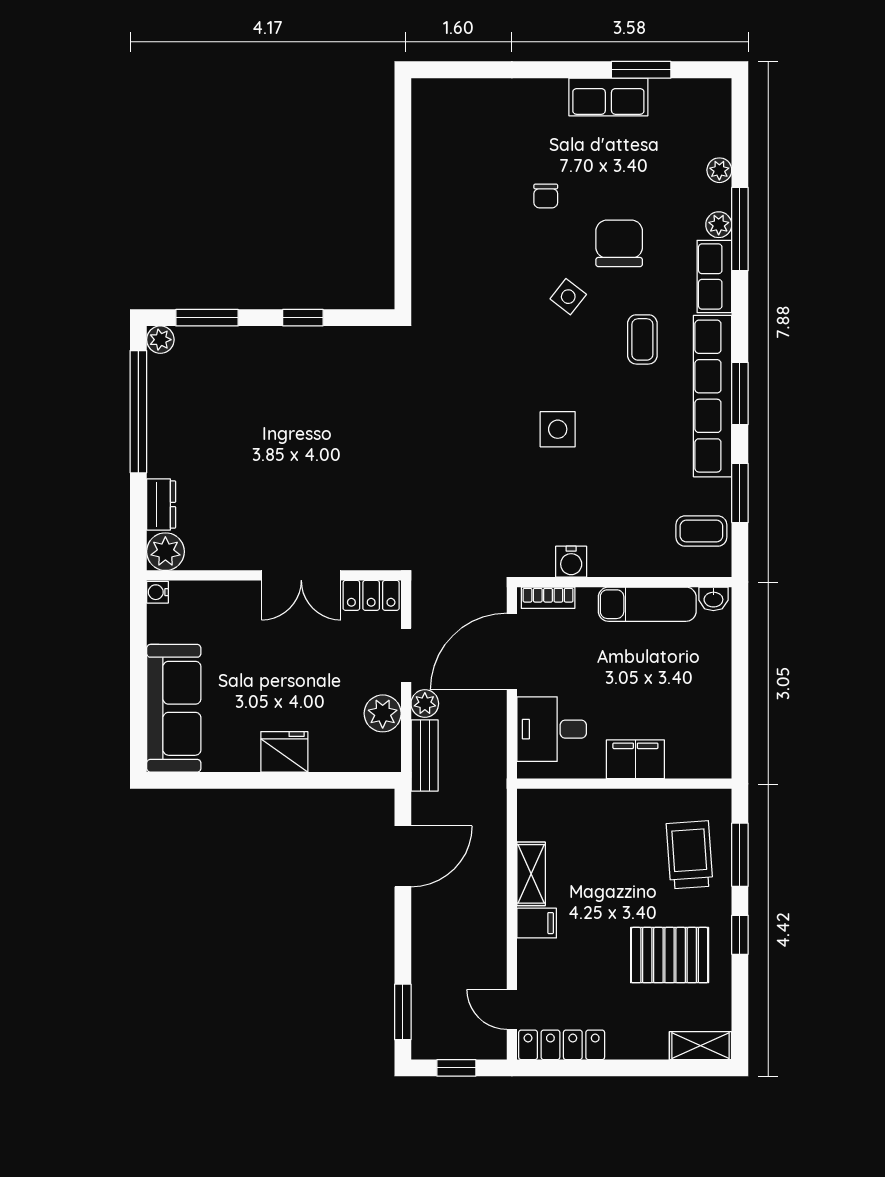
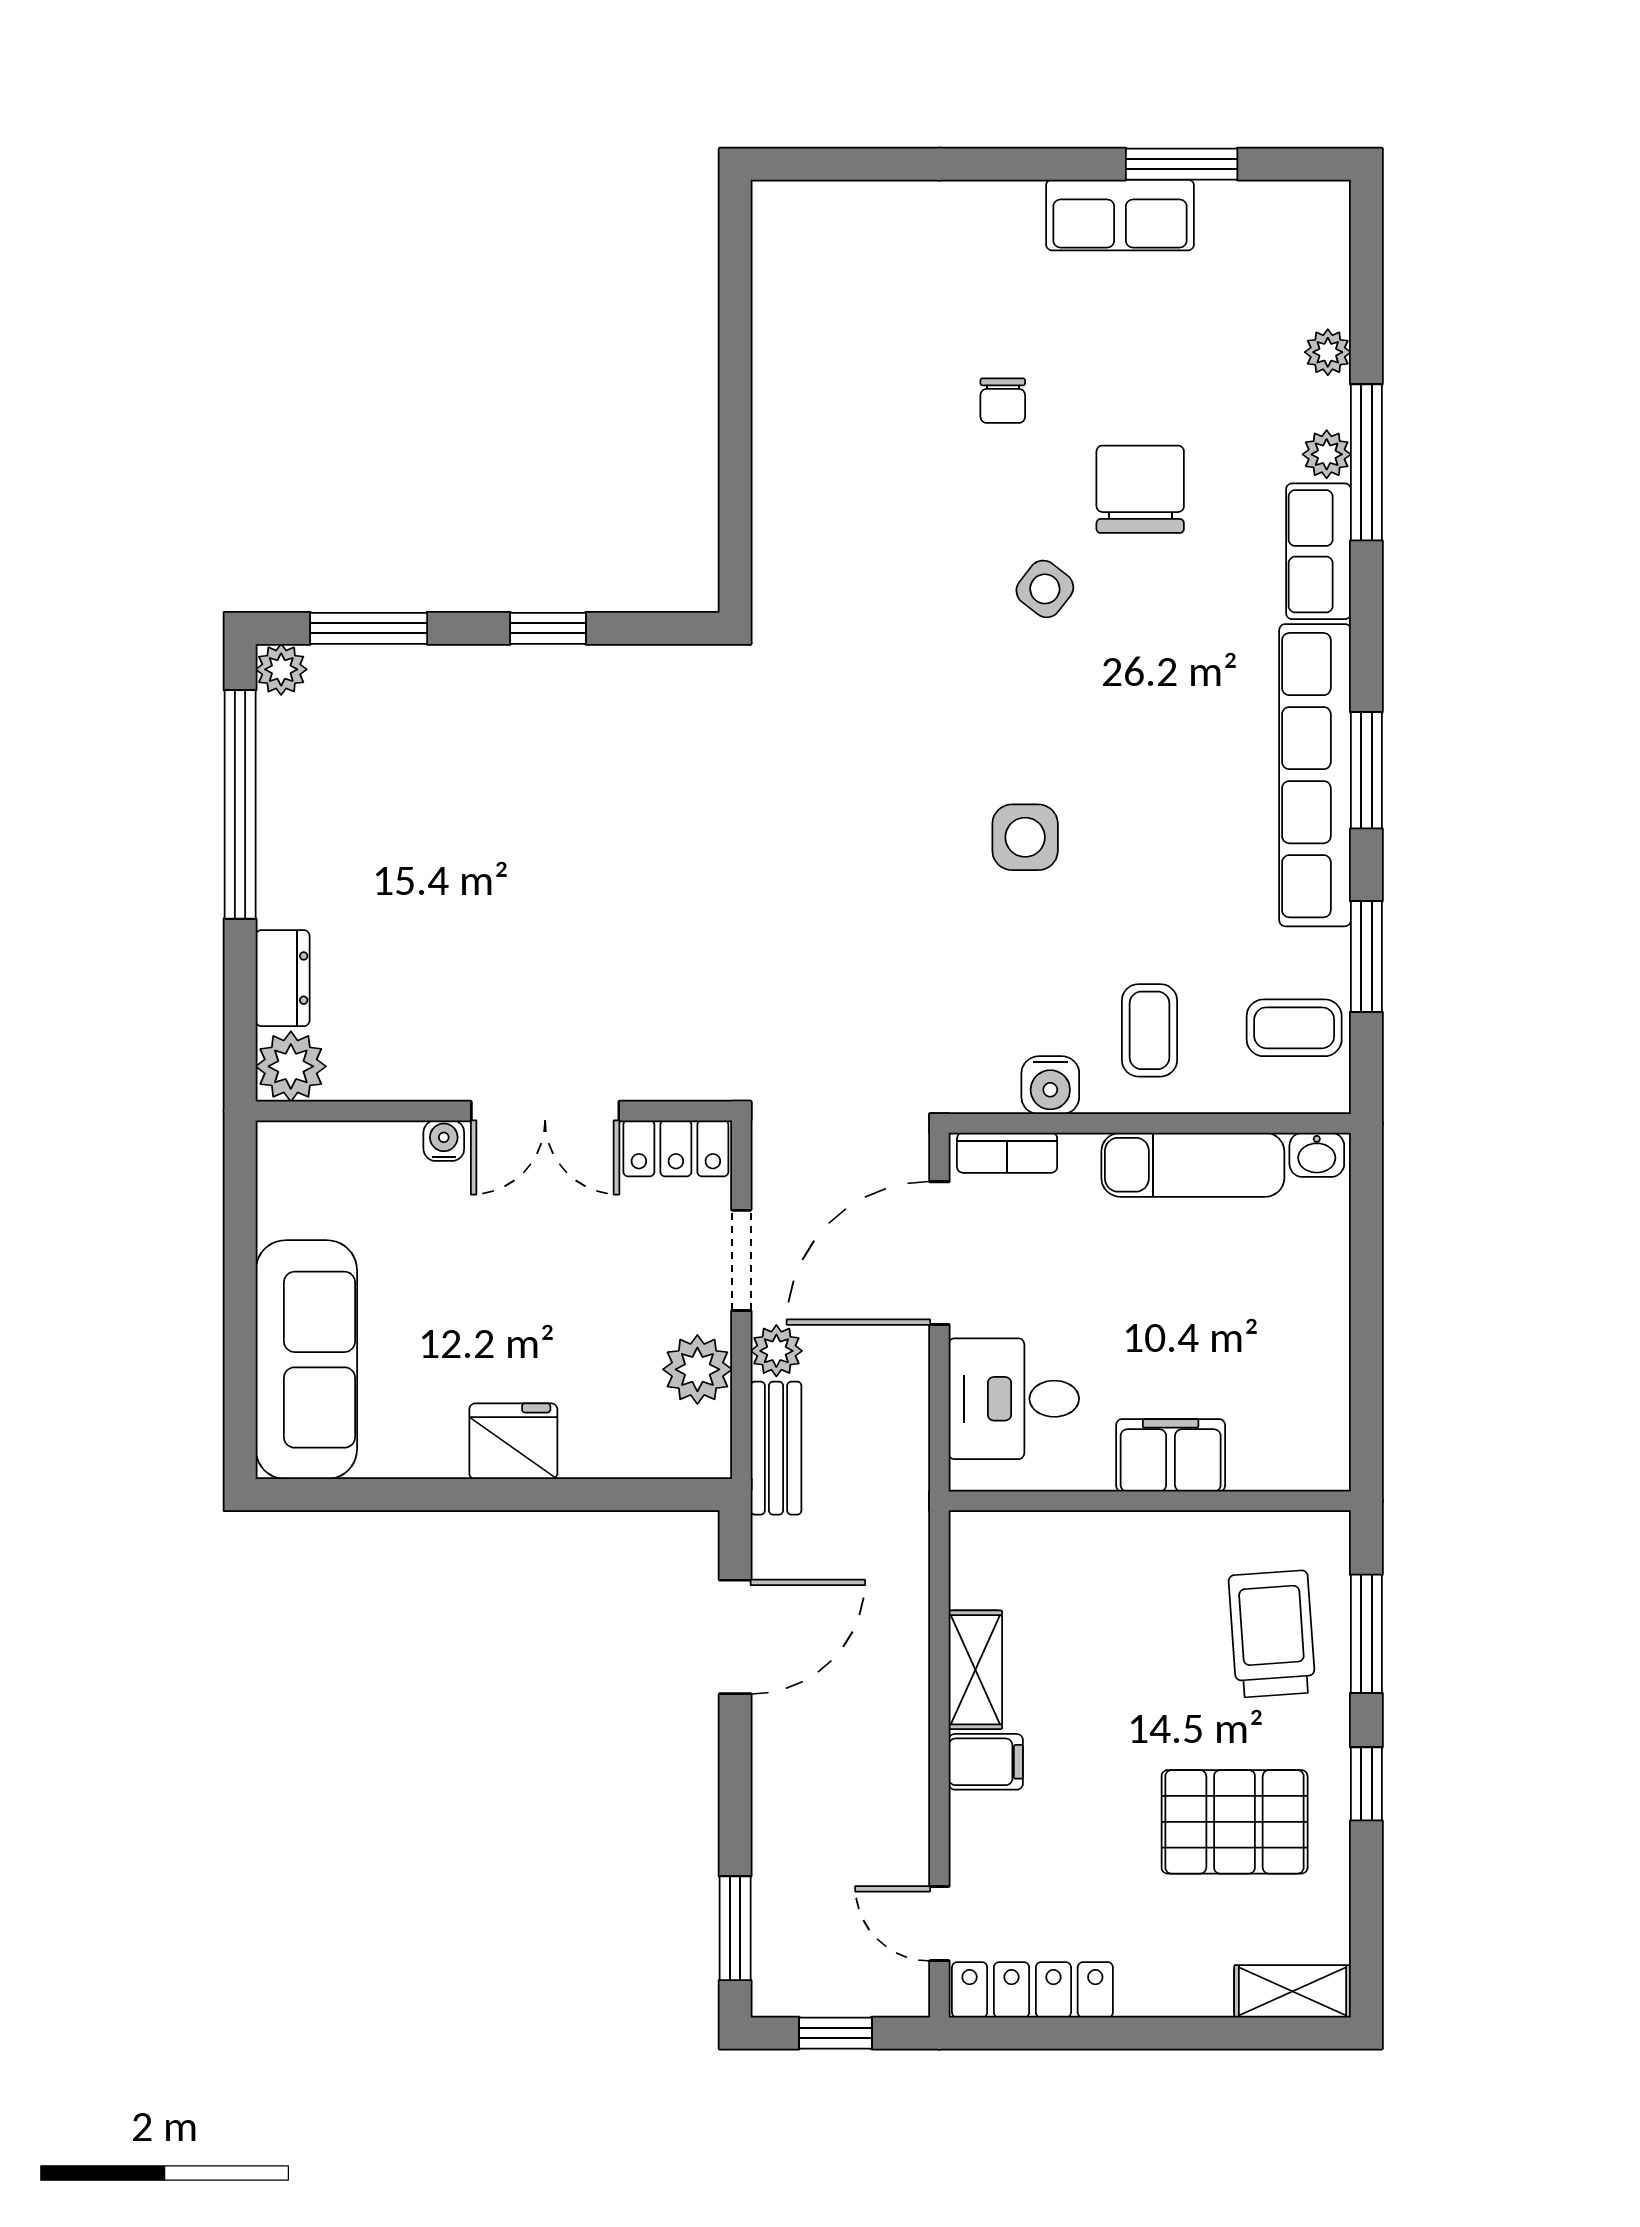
coffee table: (642, 339) -> (1149, 1030), moved
water cooler: (157, 592) -> (444, 1141), moved, turned 90

